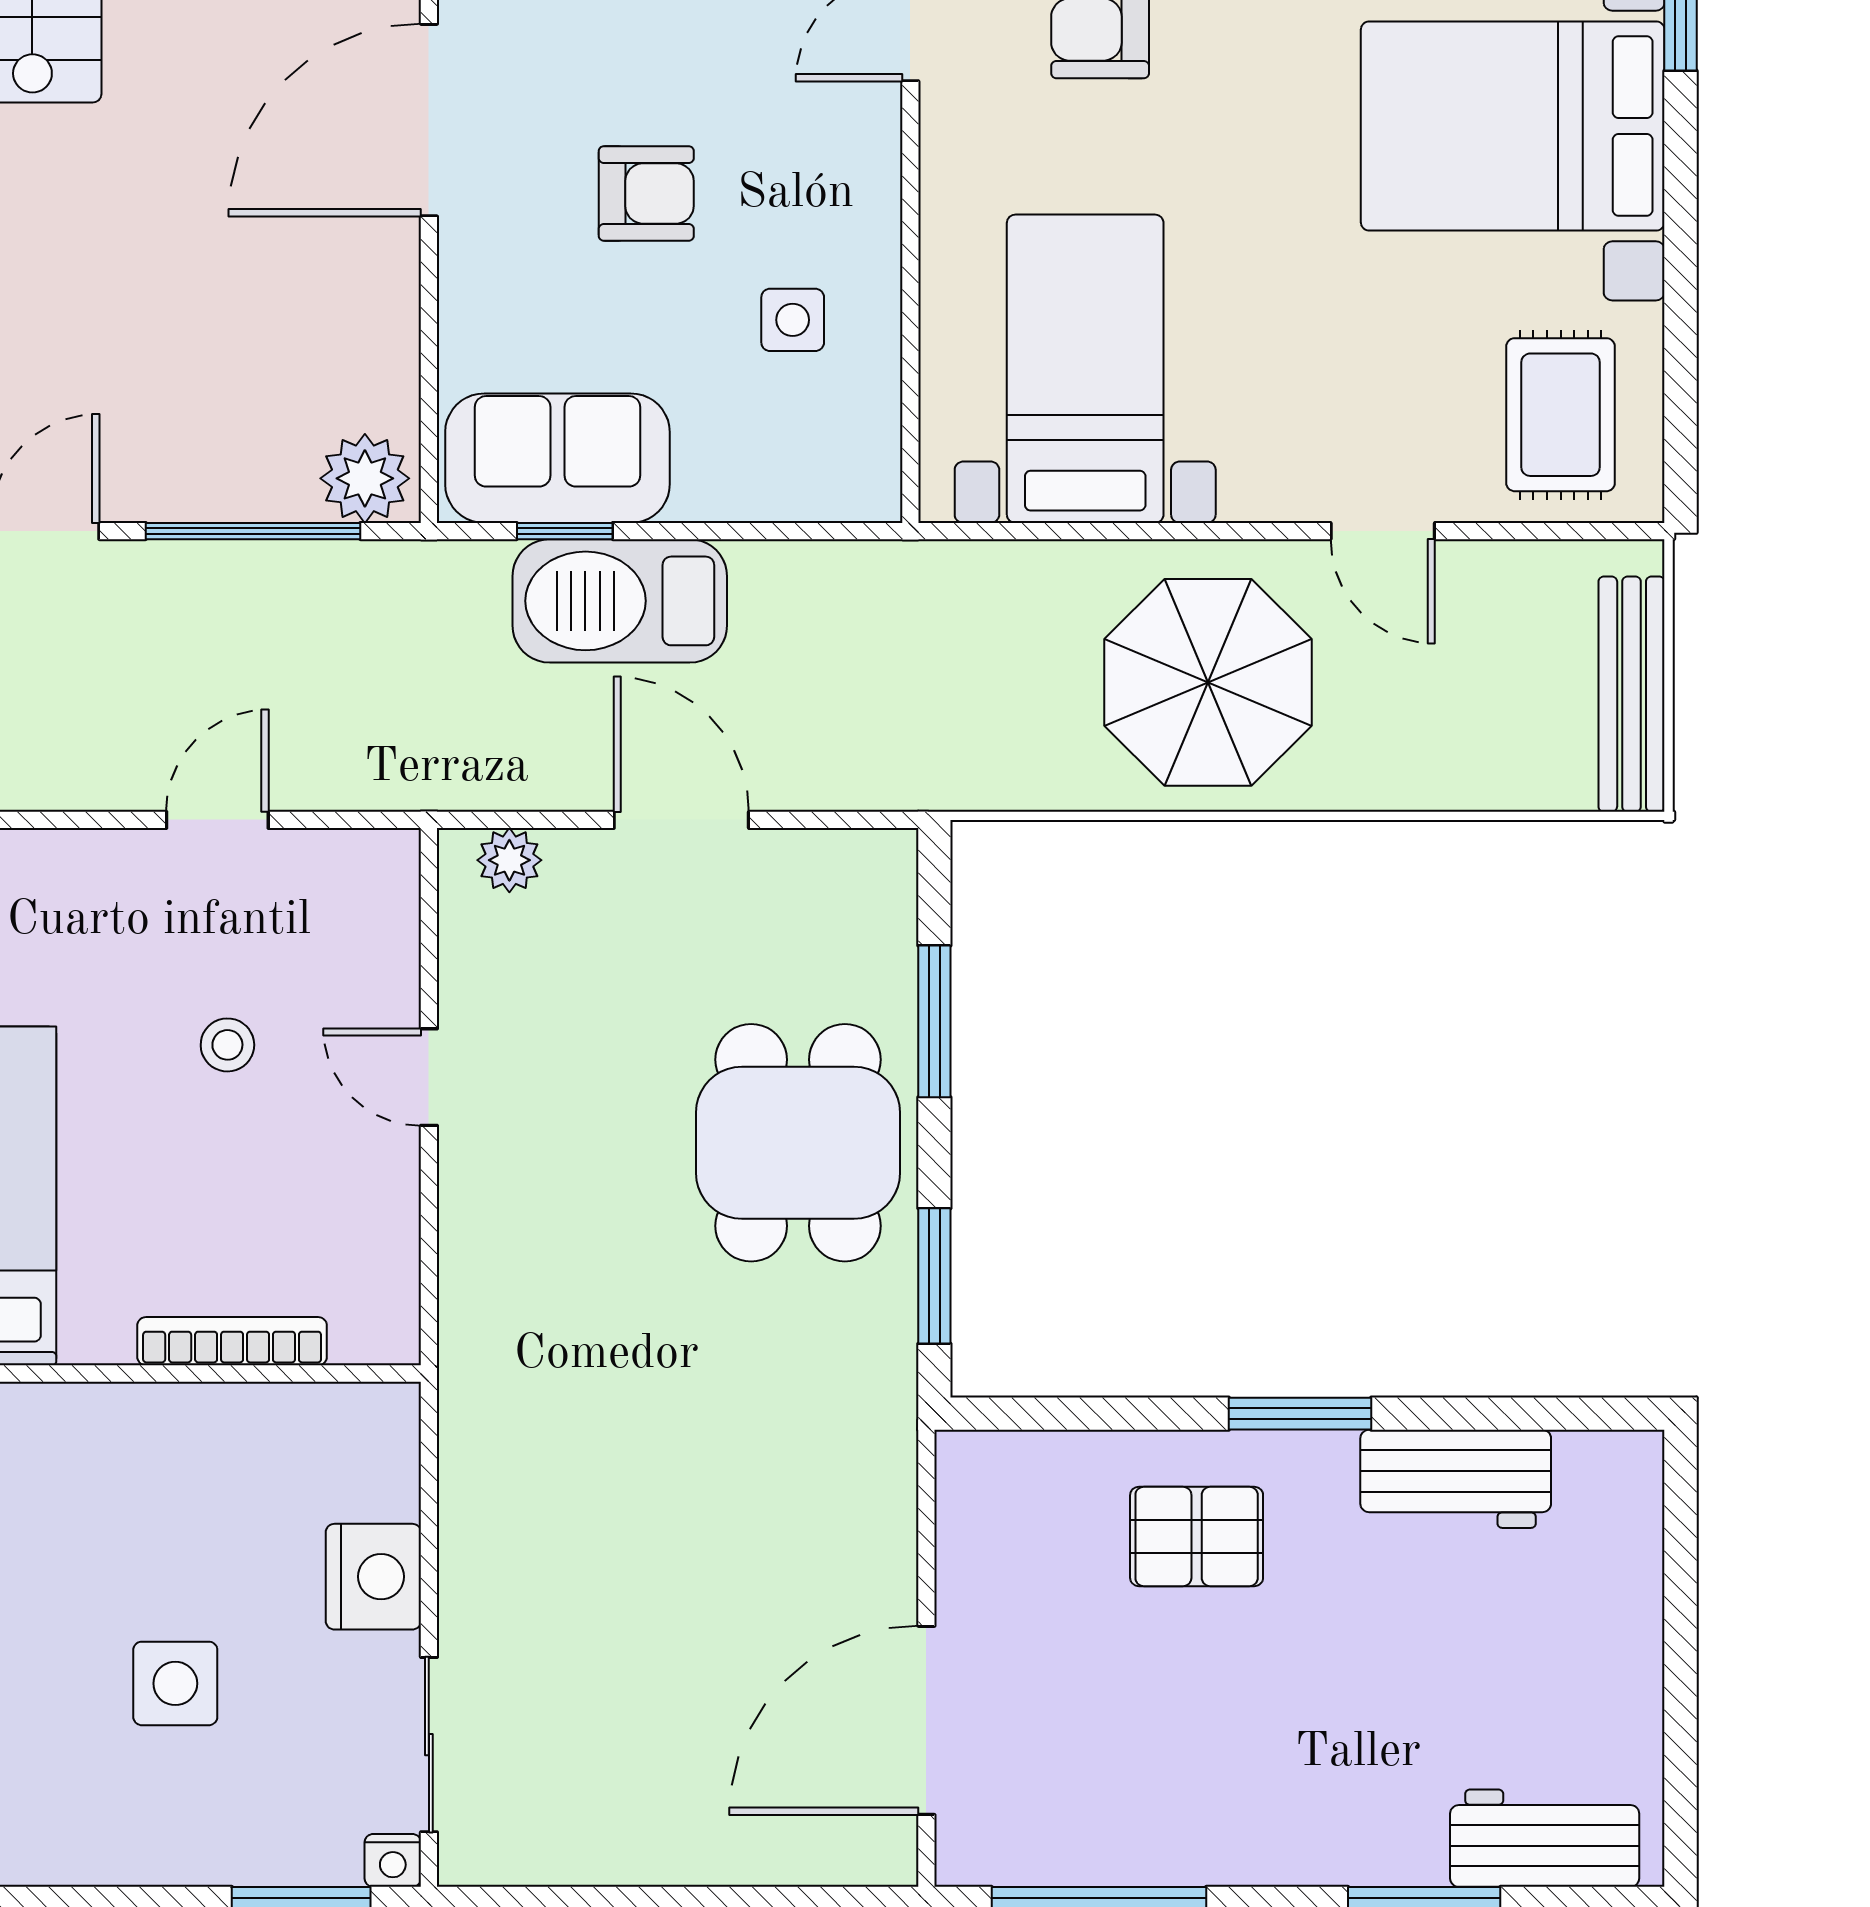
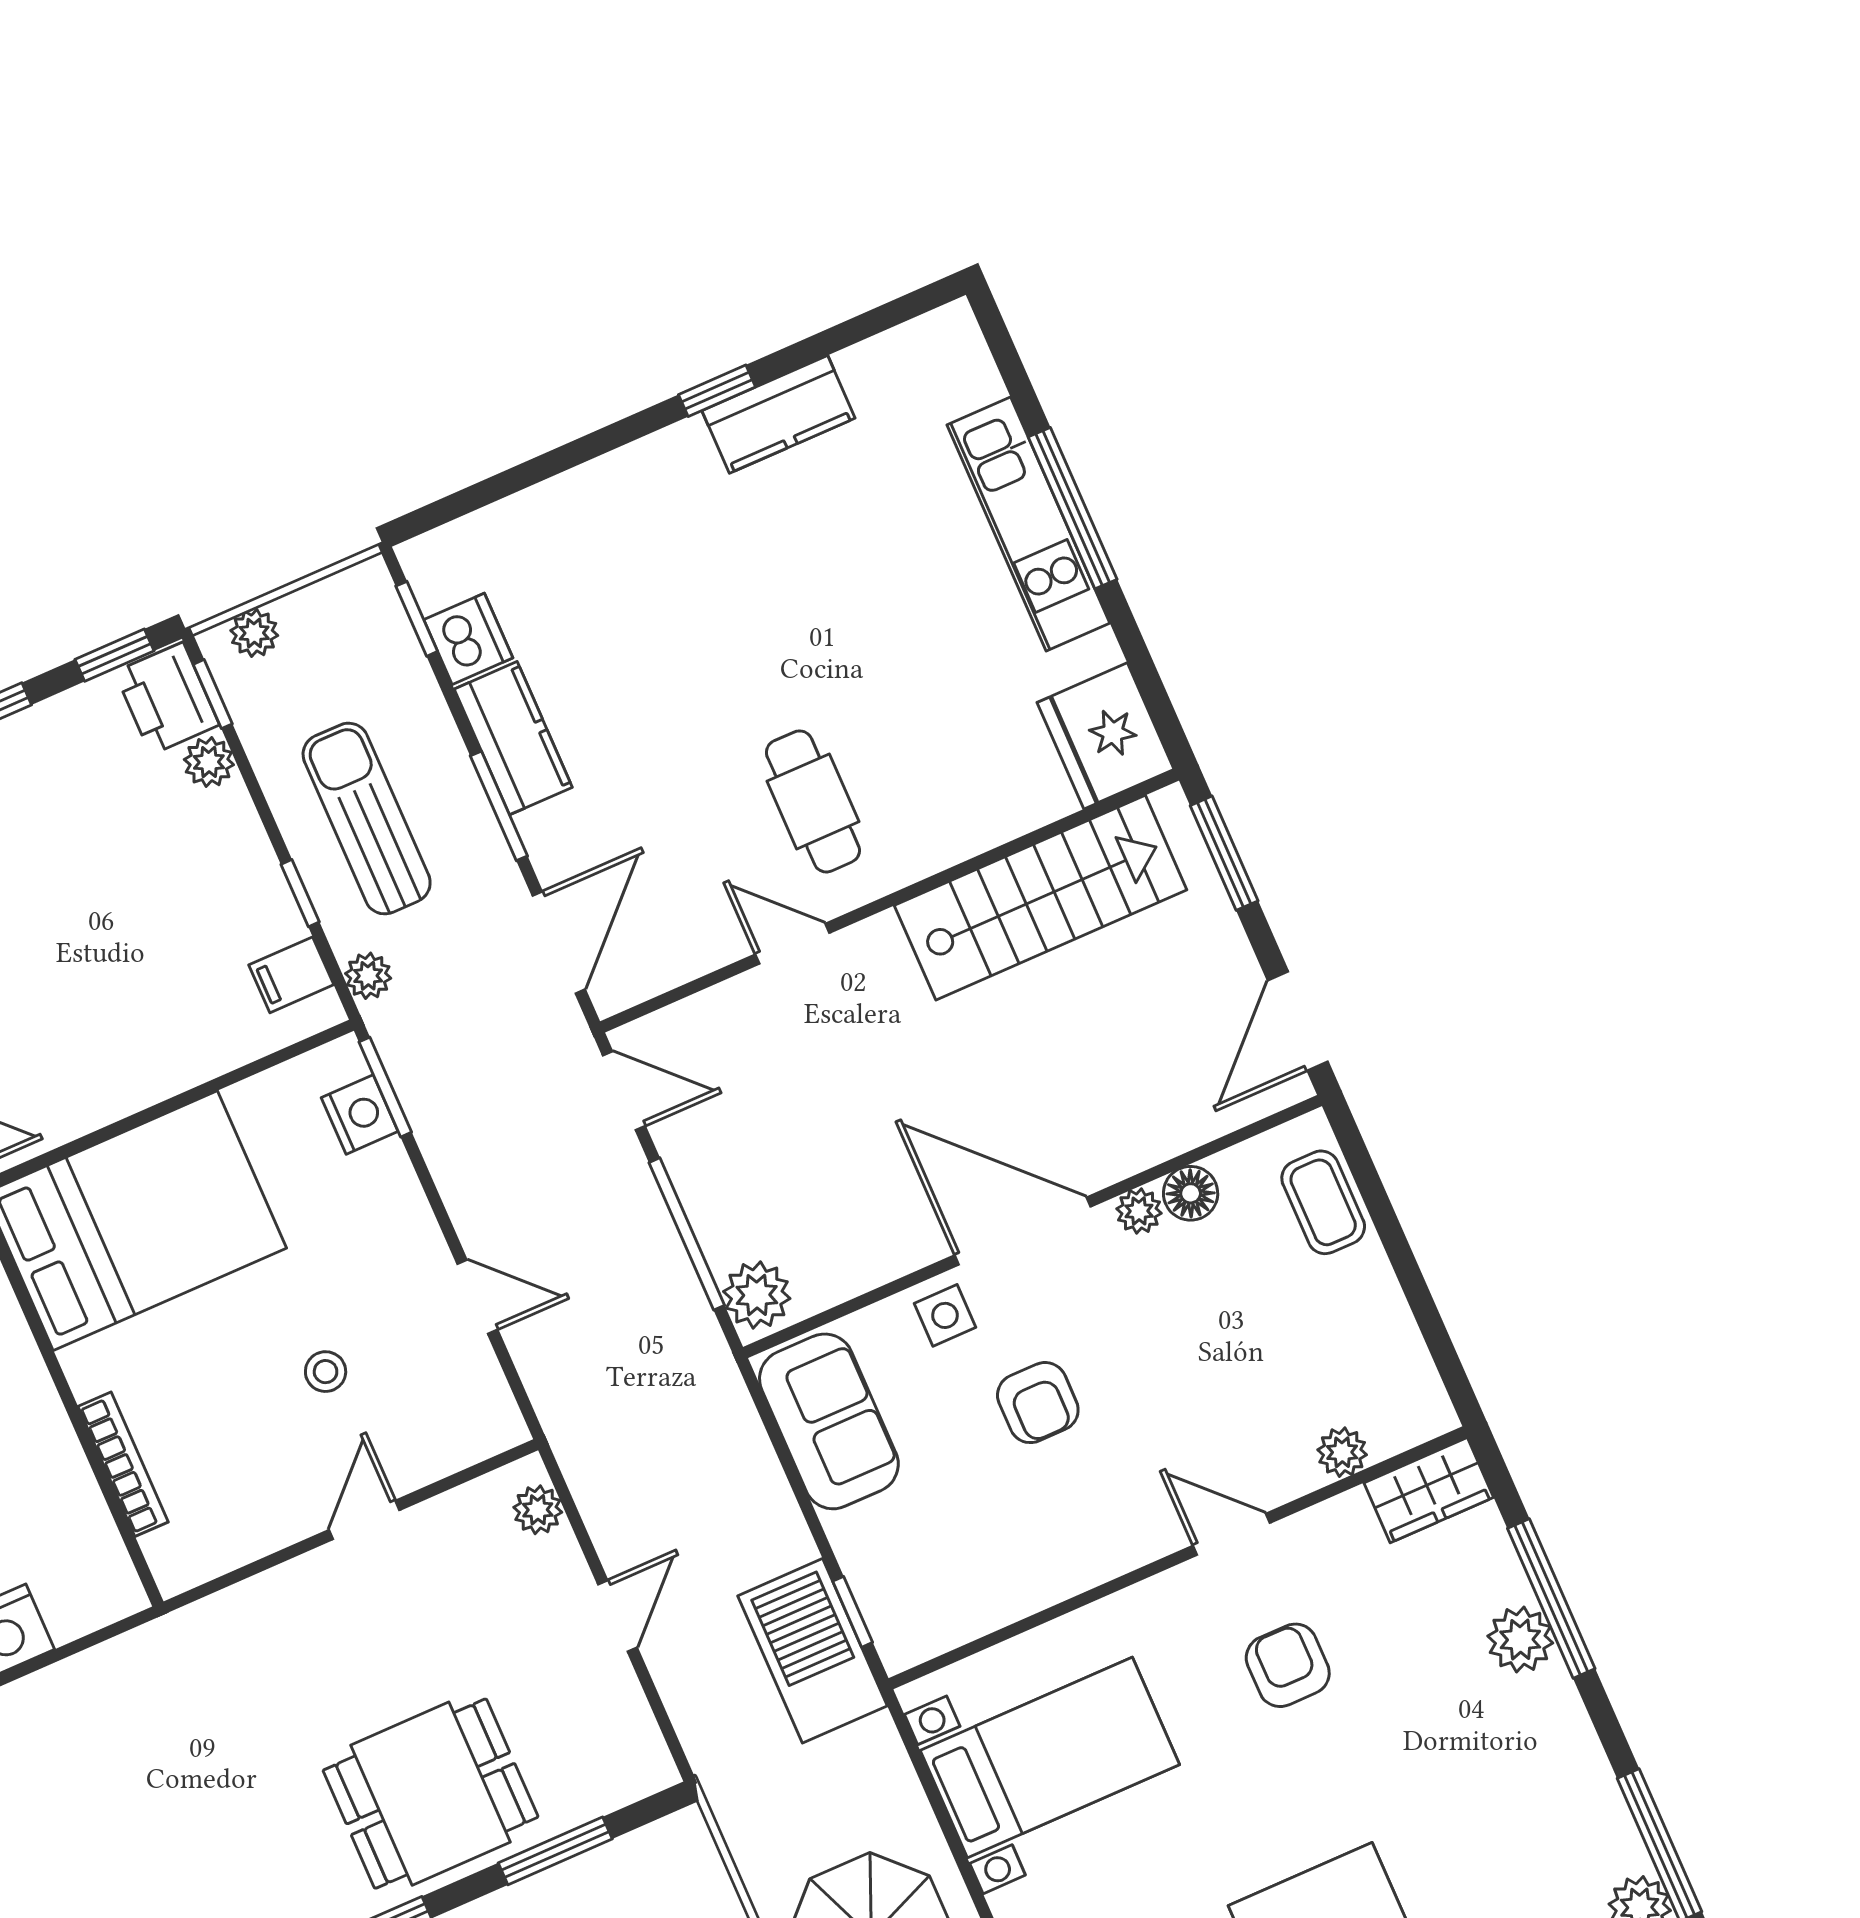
side table: (793, 320) -> (945, 1315), moved
window: (565, 531) -> (853, 1612), moved
barbecue: (620, 601) -> (812, 1651), moved
door: (681, 820) -> (617, 1616), width x0.73

